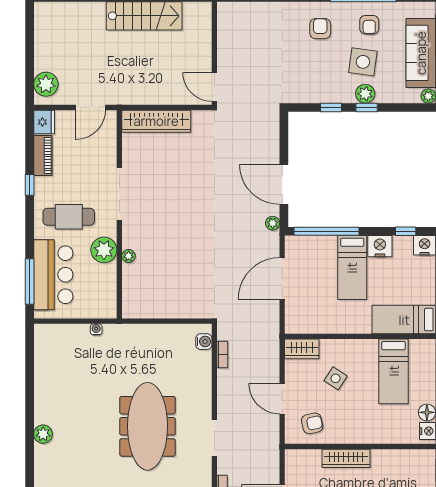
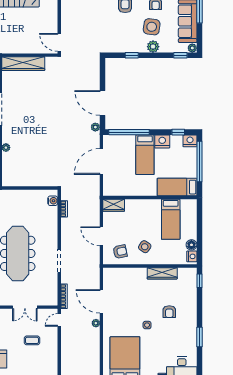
window: (367, 107) -> (180, 55), moved
side table: (336, 378) -> (145, 247), moved
wardrobe: (346, 458) -> (162, 273), moved

